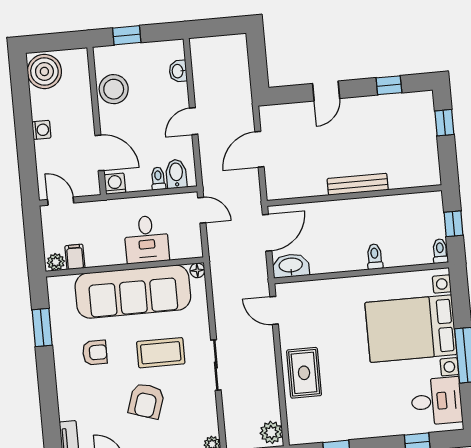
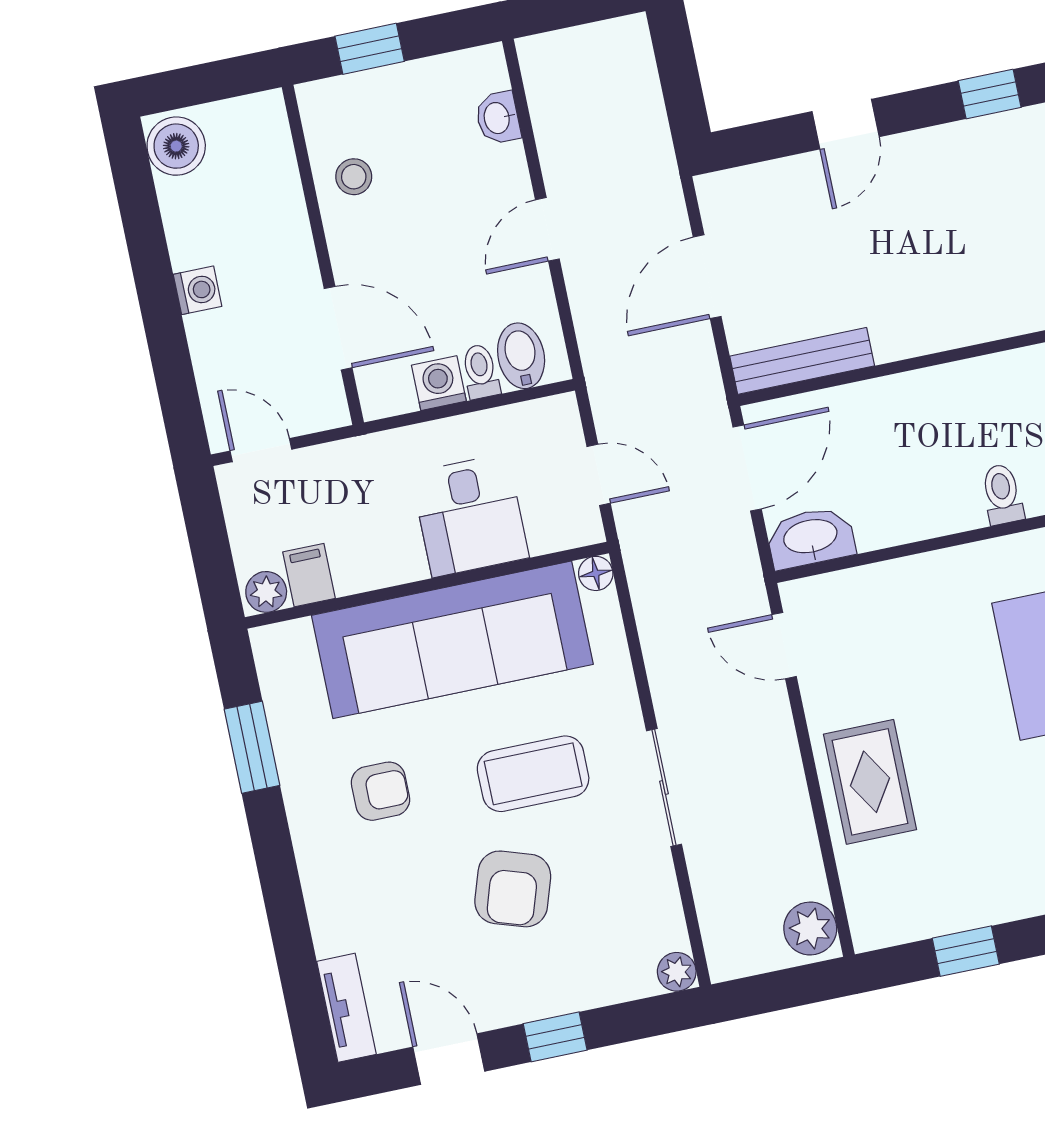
boiler: (44, 71) -> (176, 146), width x0.73, depth x0.73
stool: (114, 89) -> (354, 177), width x0.53, depth x0.53
washing machine: (115, 184) -> (439, 383), moved
bench: (358, 184) -> (802, 361), moved
door: (202, 210) -> (599, 475), moved

